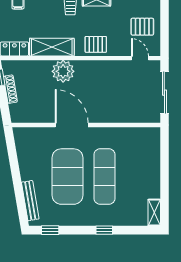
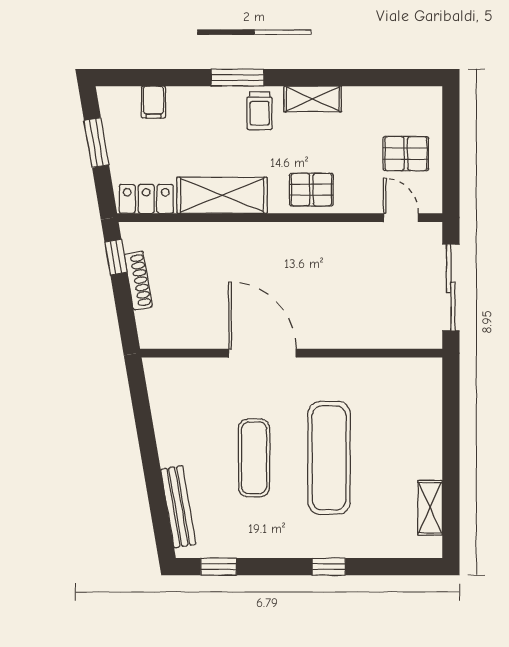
plant: (63, 71) -> (245, 244), removed
exercise mat: (68, 177) -> (254, 458), width x0.50, depth x0.69
shelving: (154, 213) -> (430, 508), moved

